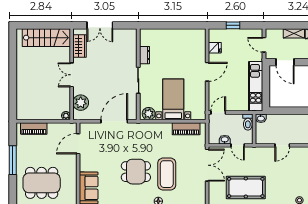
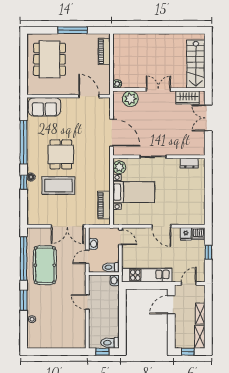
dishwasher: (214, 35) -> (199, 234), added
dresser: (145, 55) -> (189, 163), moved

